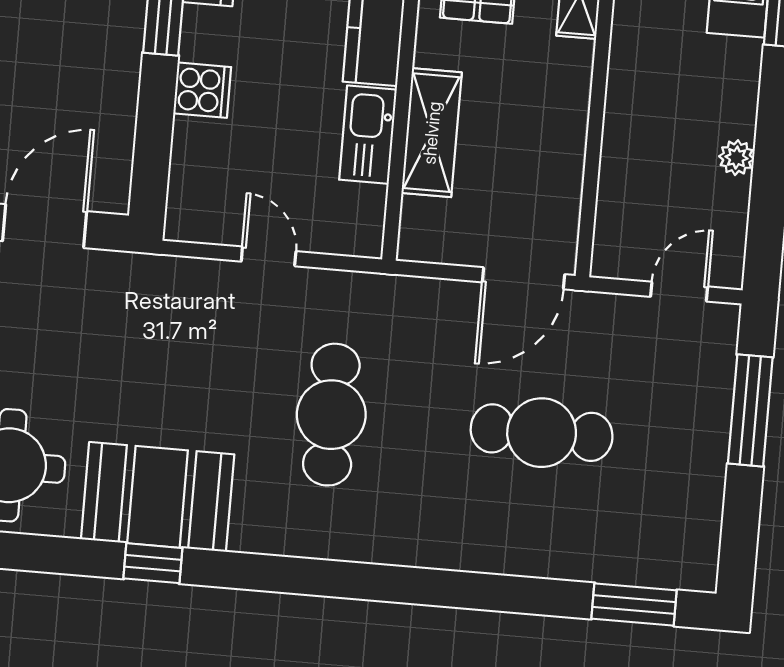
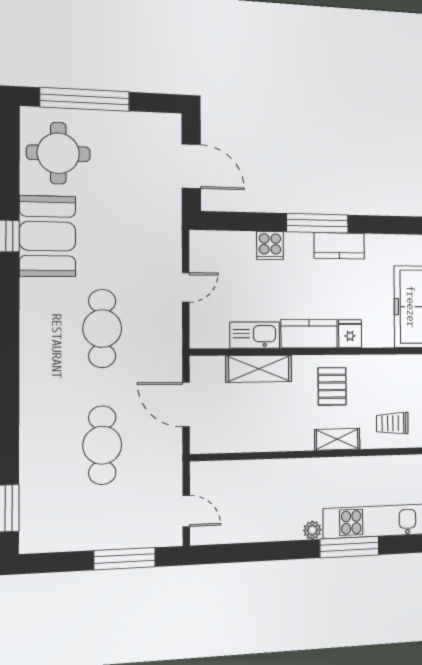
plant: (737, 158) -> (312, 530), moved
door: (523, 278) -> (186, 404), moved
cafe table: (331, 415) -> (102, 328), turned 90

